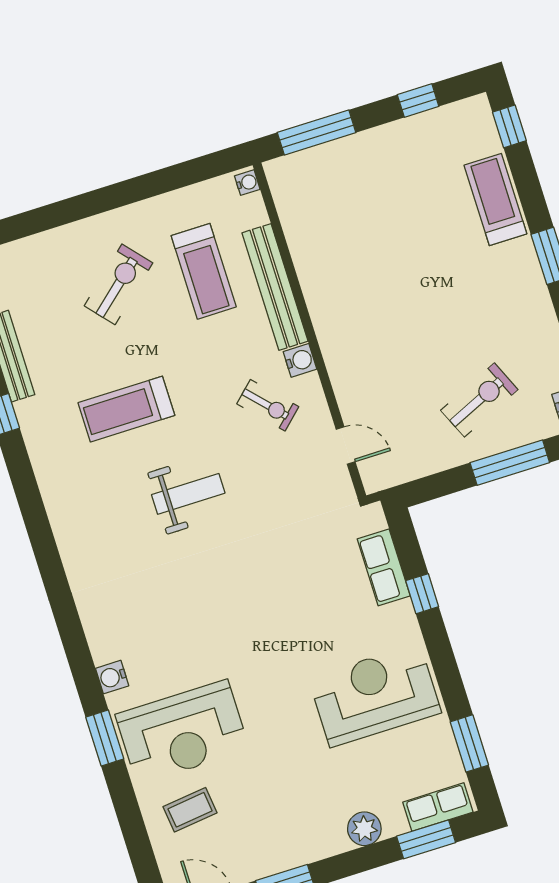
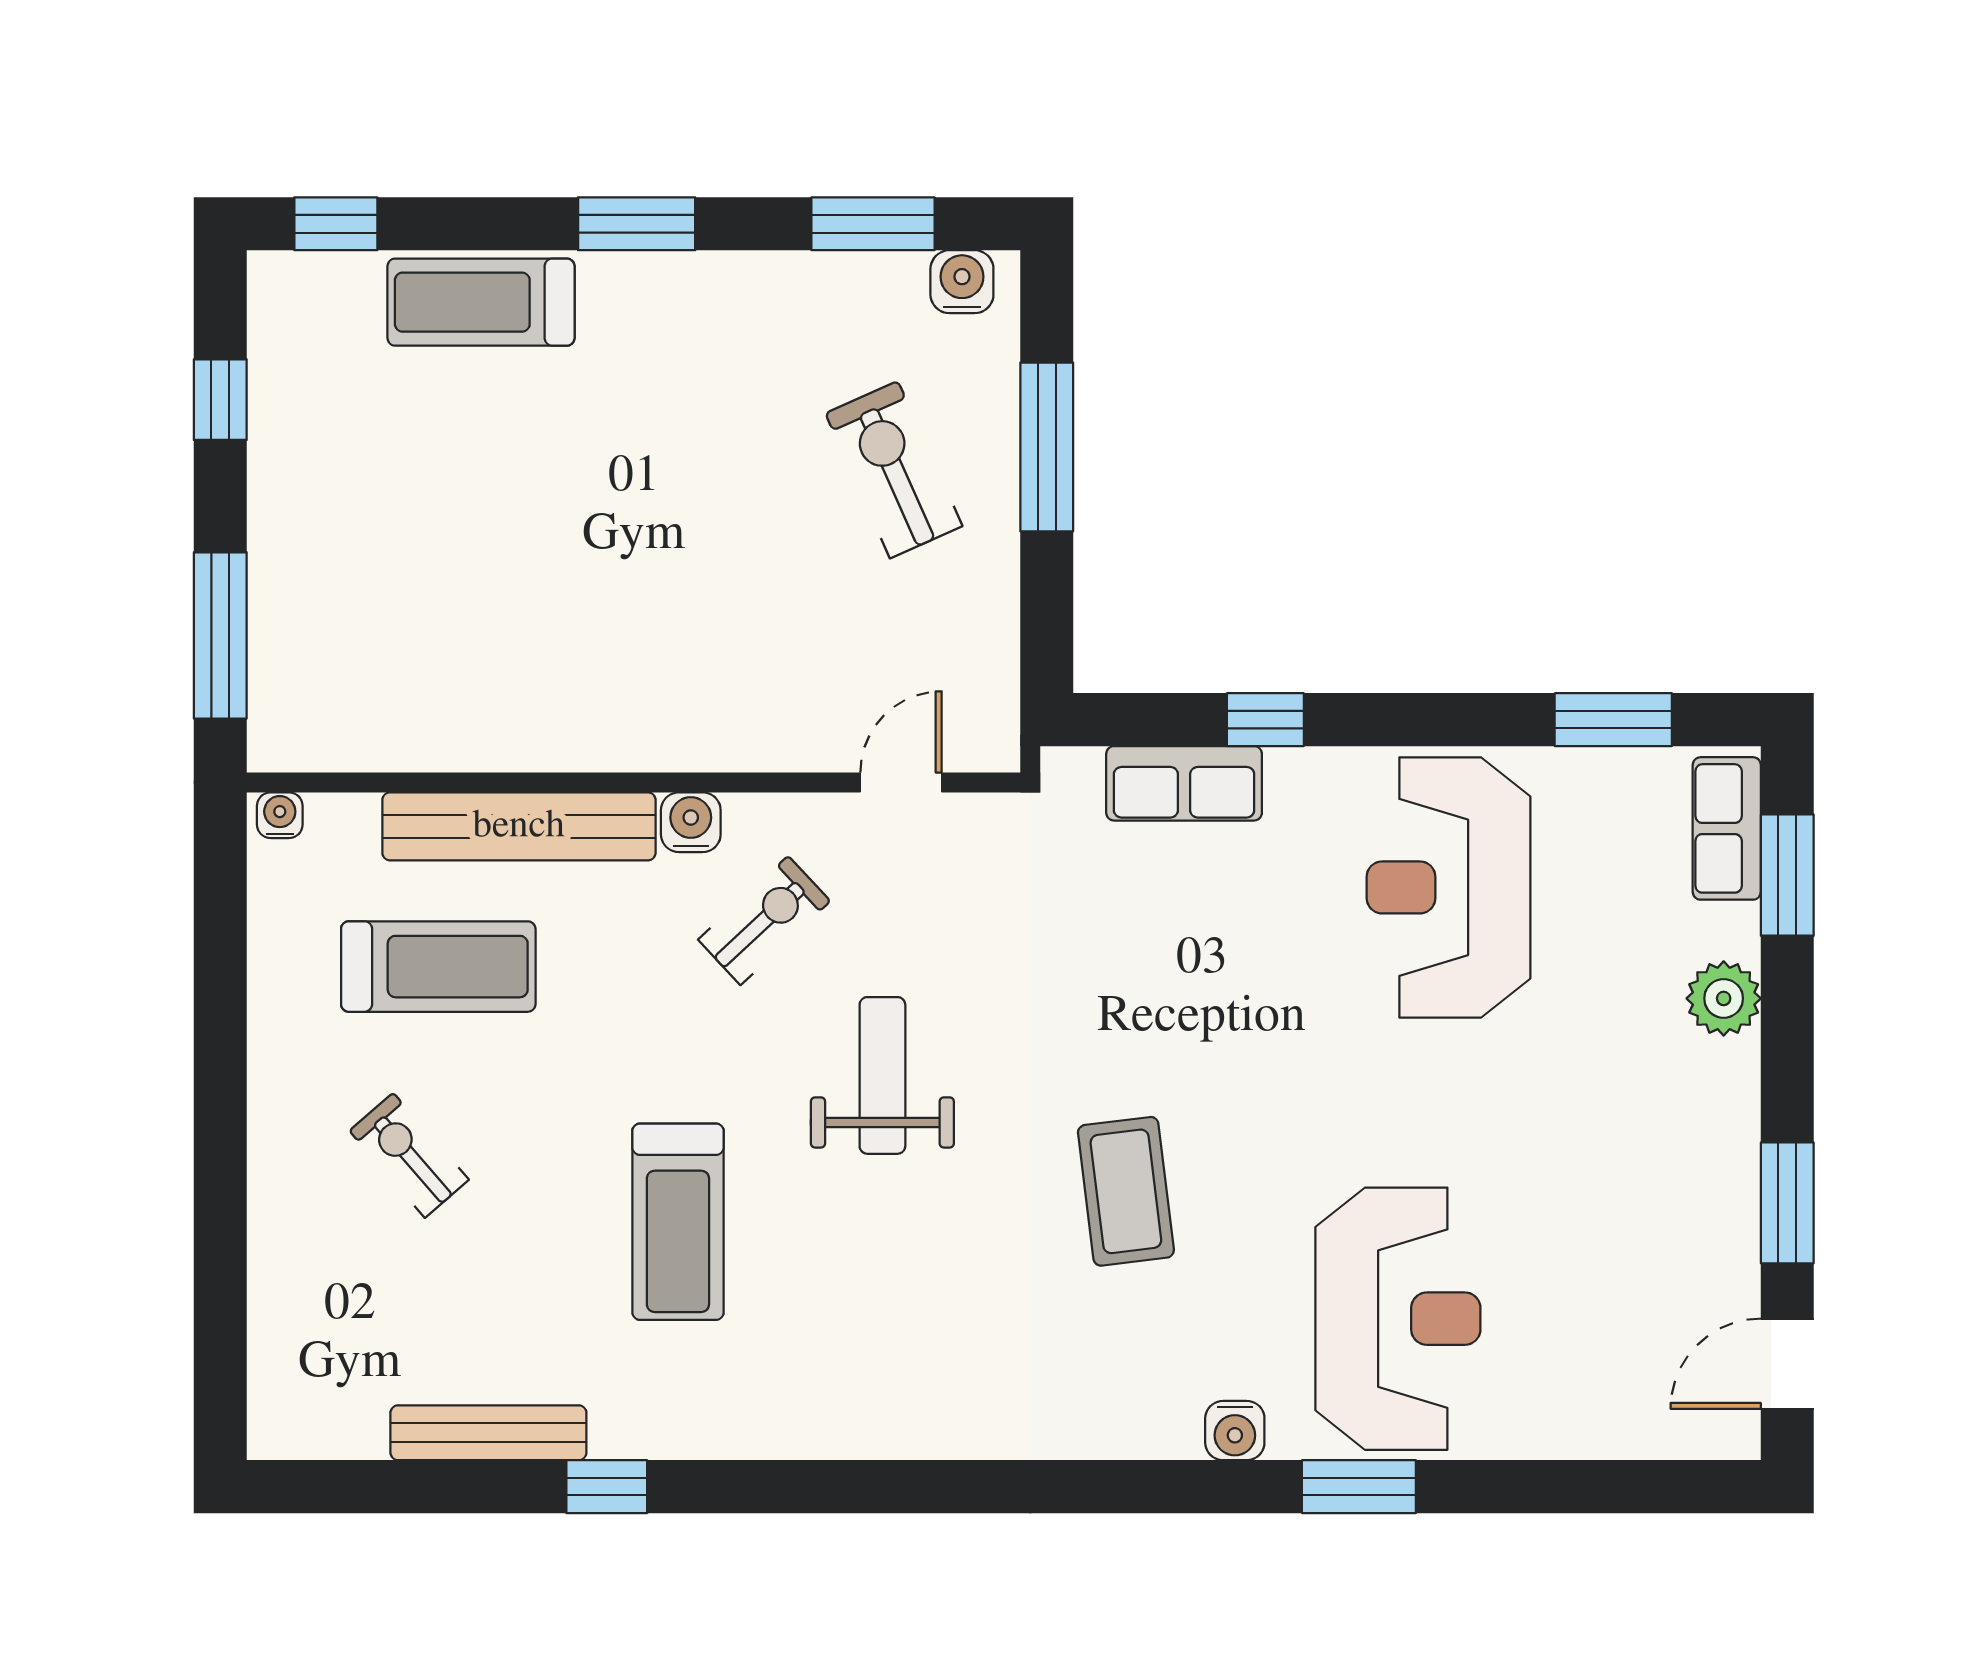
exercise bike: (118, 284) -> (409, 1155), width x0.73, depth x0.72
weight bench: (188, 494) -> (882, 1075), moved
coffee table: (190, 810) -> (1126, 1191), moved, width x1.36, depth x1.30

